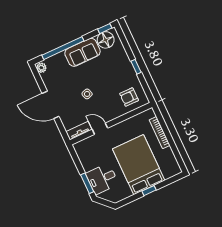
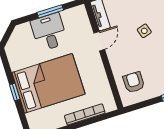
desk: (102, 179) -> (49, 32), moved
window: (87, 183) -> (50, 11), moved

